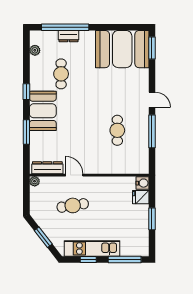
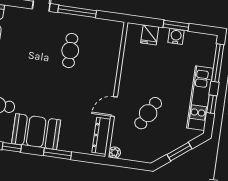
cafe table: (117, 130) -> (70, 51), turned 90
water cooler: (143, 183) -> (176, 36), moved
cafe table: (73, 205) -> (148, 113), turned 37

